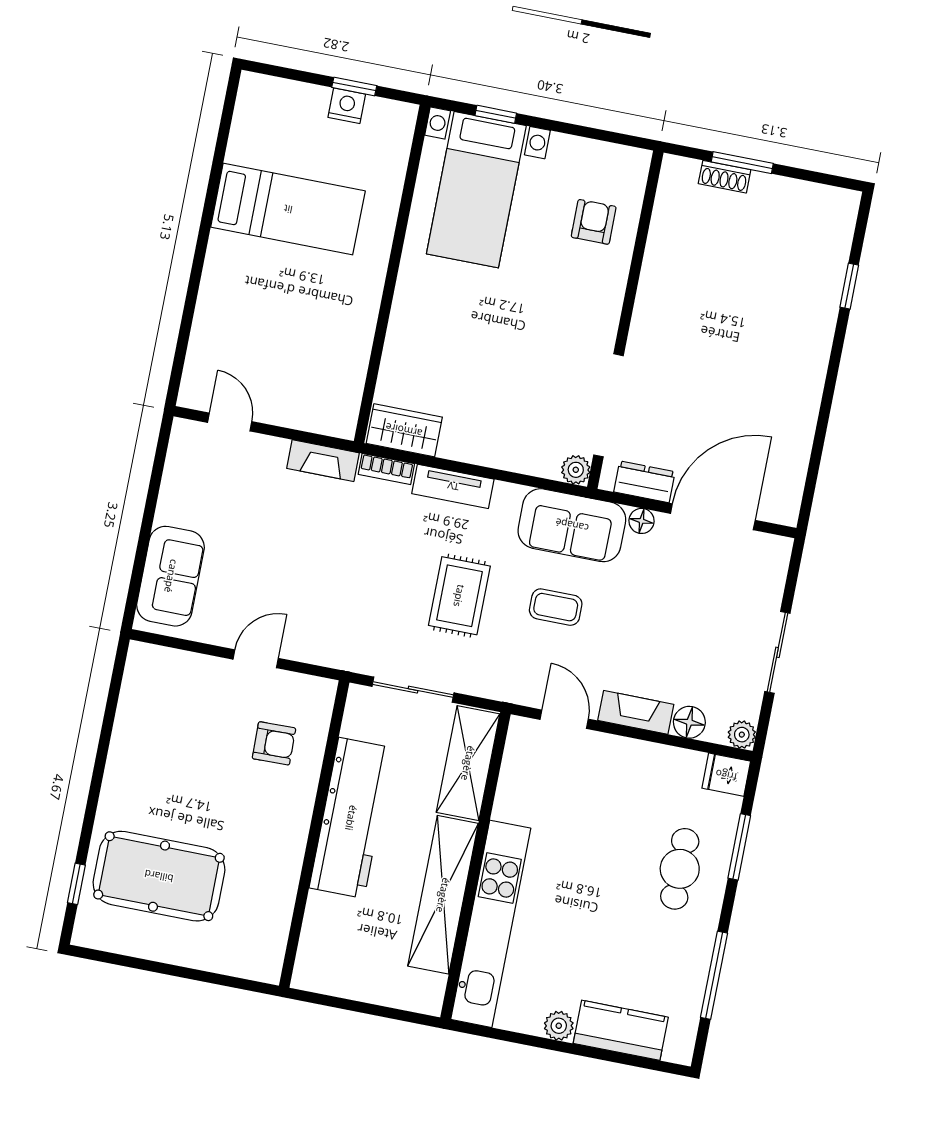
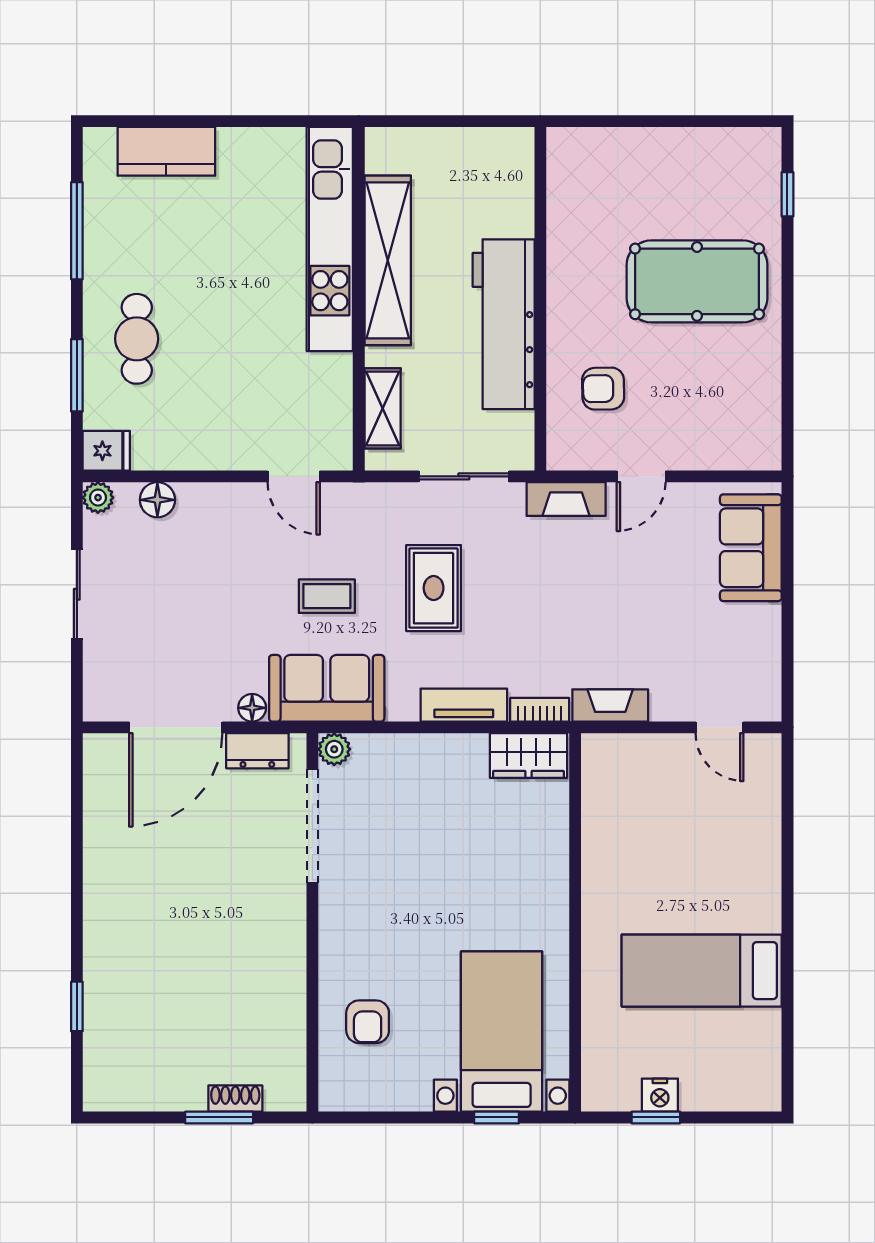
fireplace: (636, 712) -> (566, 499), moved
shelving: (468, 763) -> (383, 408), width x0.67, depth x0.75
pool table: (159, 876) -> (697, 281), moved
plant: (559, 1026) -> (234, 143), removed

